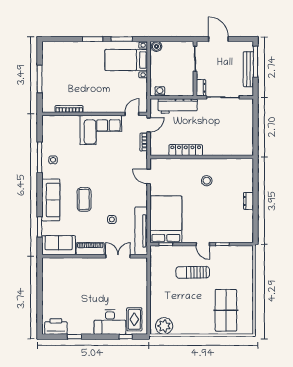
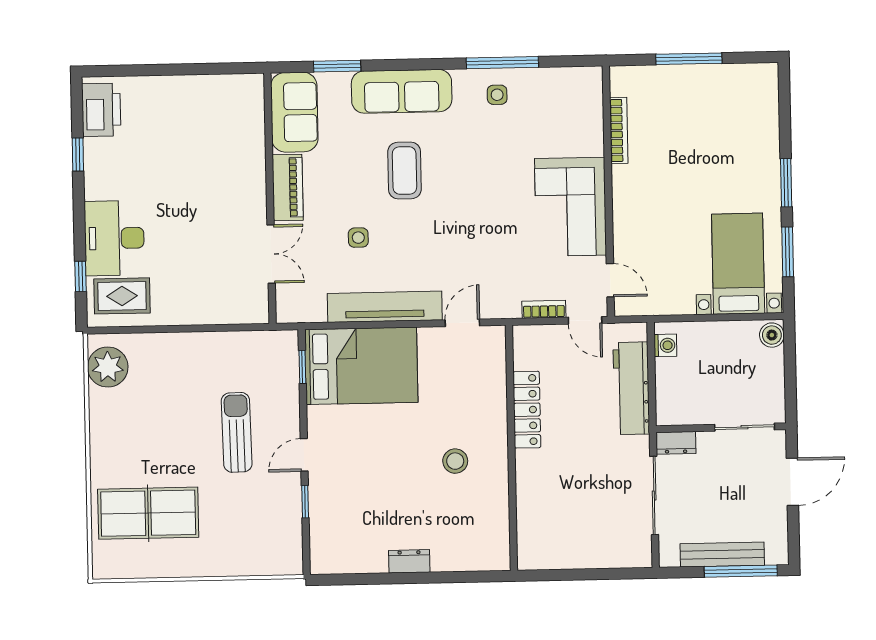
coffee table: (84, 199) -> (404, 171), turned 90
tv unit: (141, 231) -> (385, 307), moved

